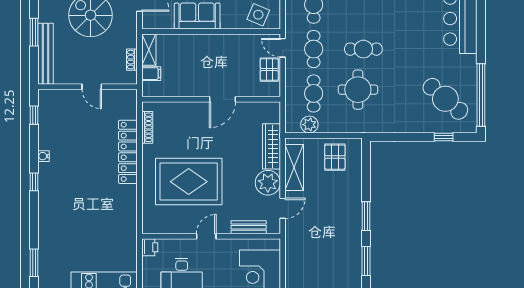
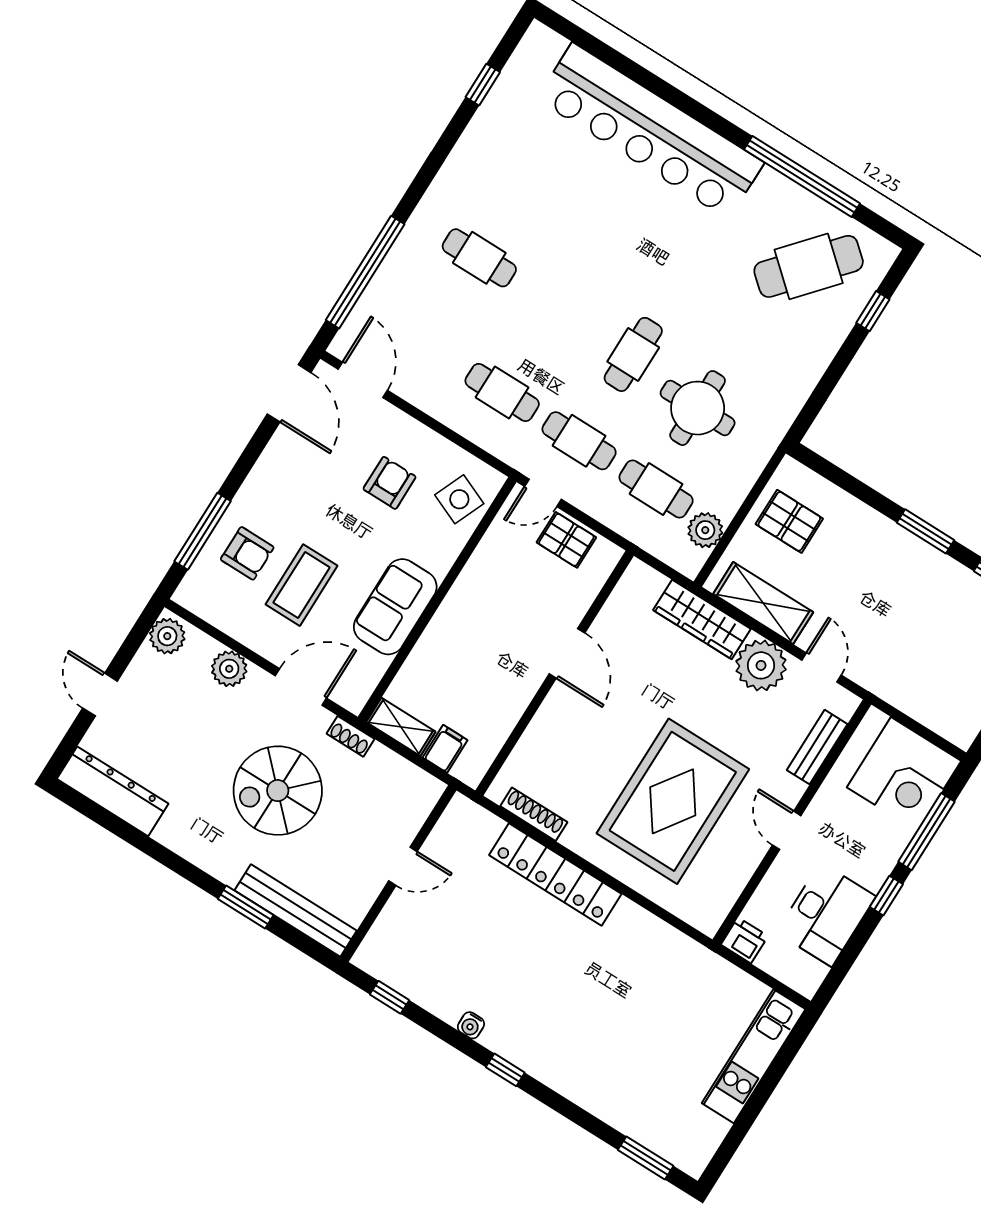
shoe rack: (132, 60) -> (351, 736), moved
window: (481, 95) -> (802, 176), moved

